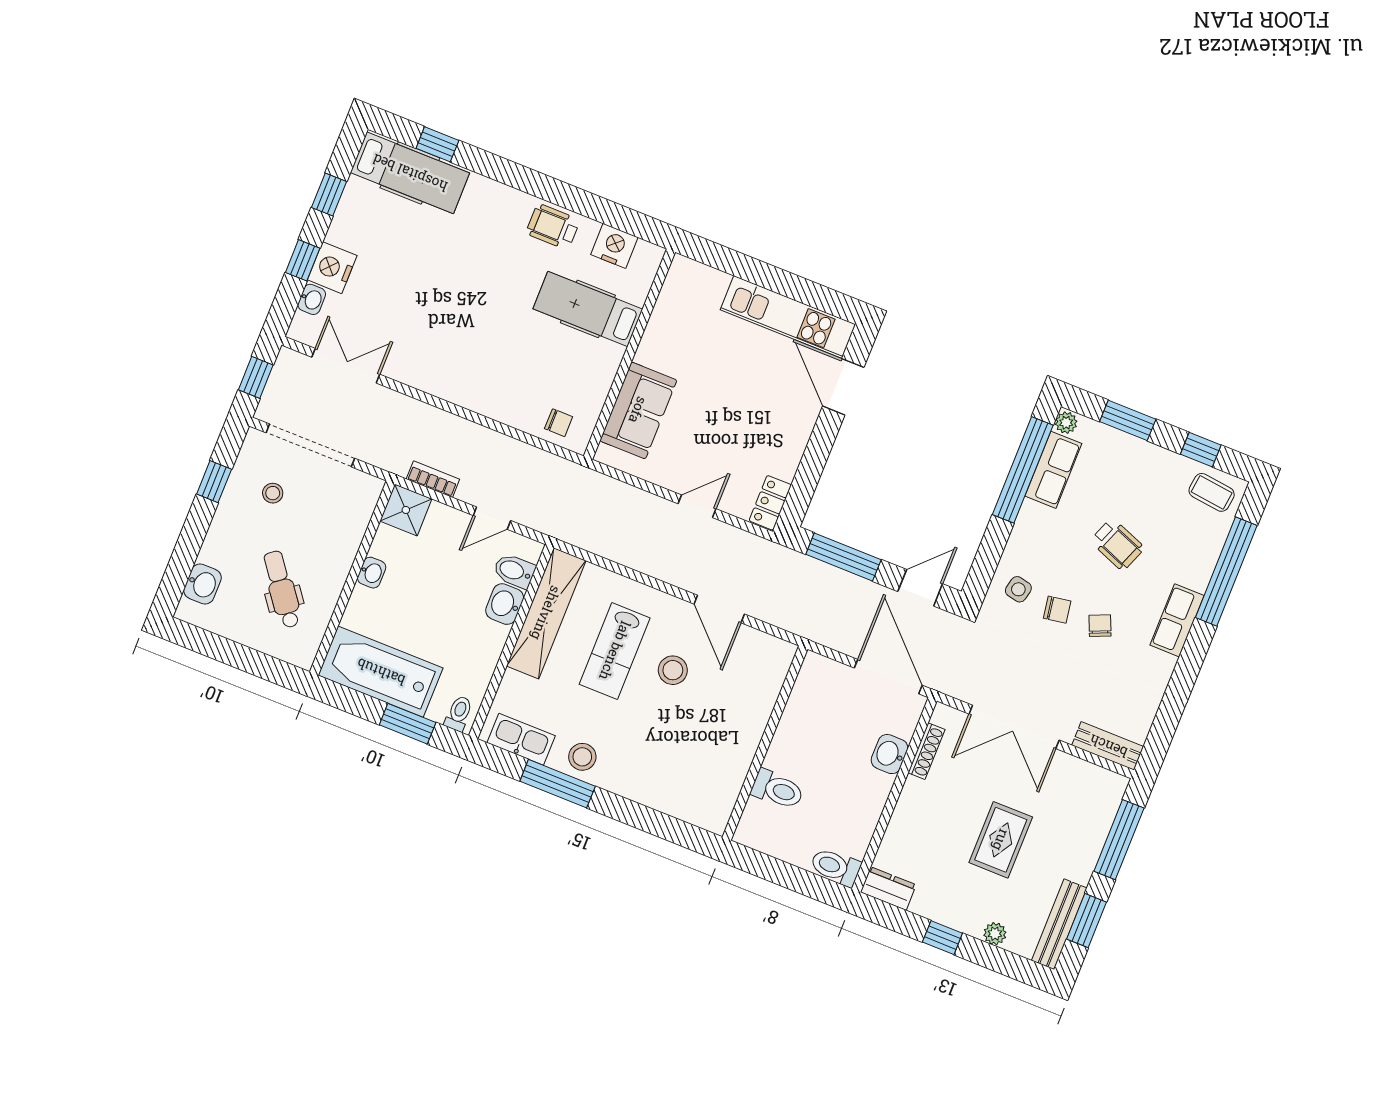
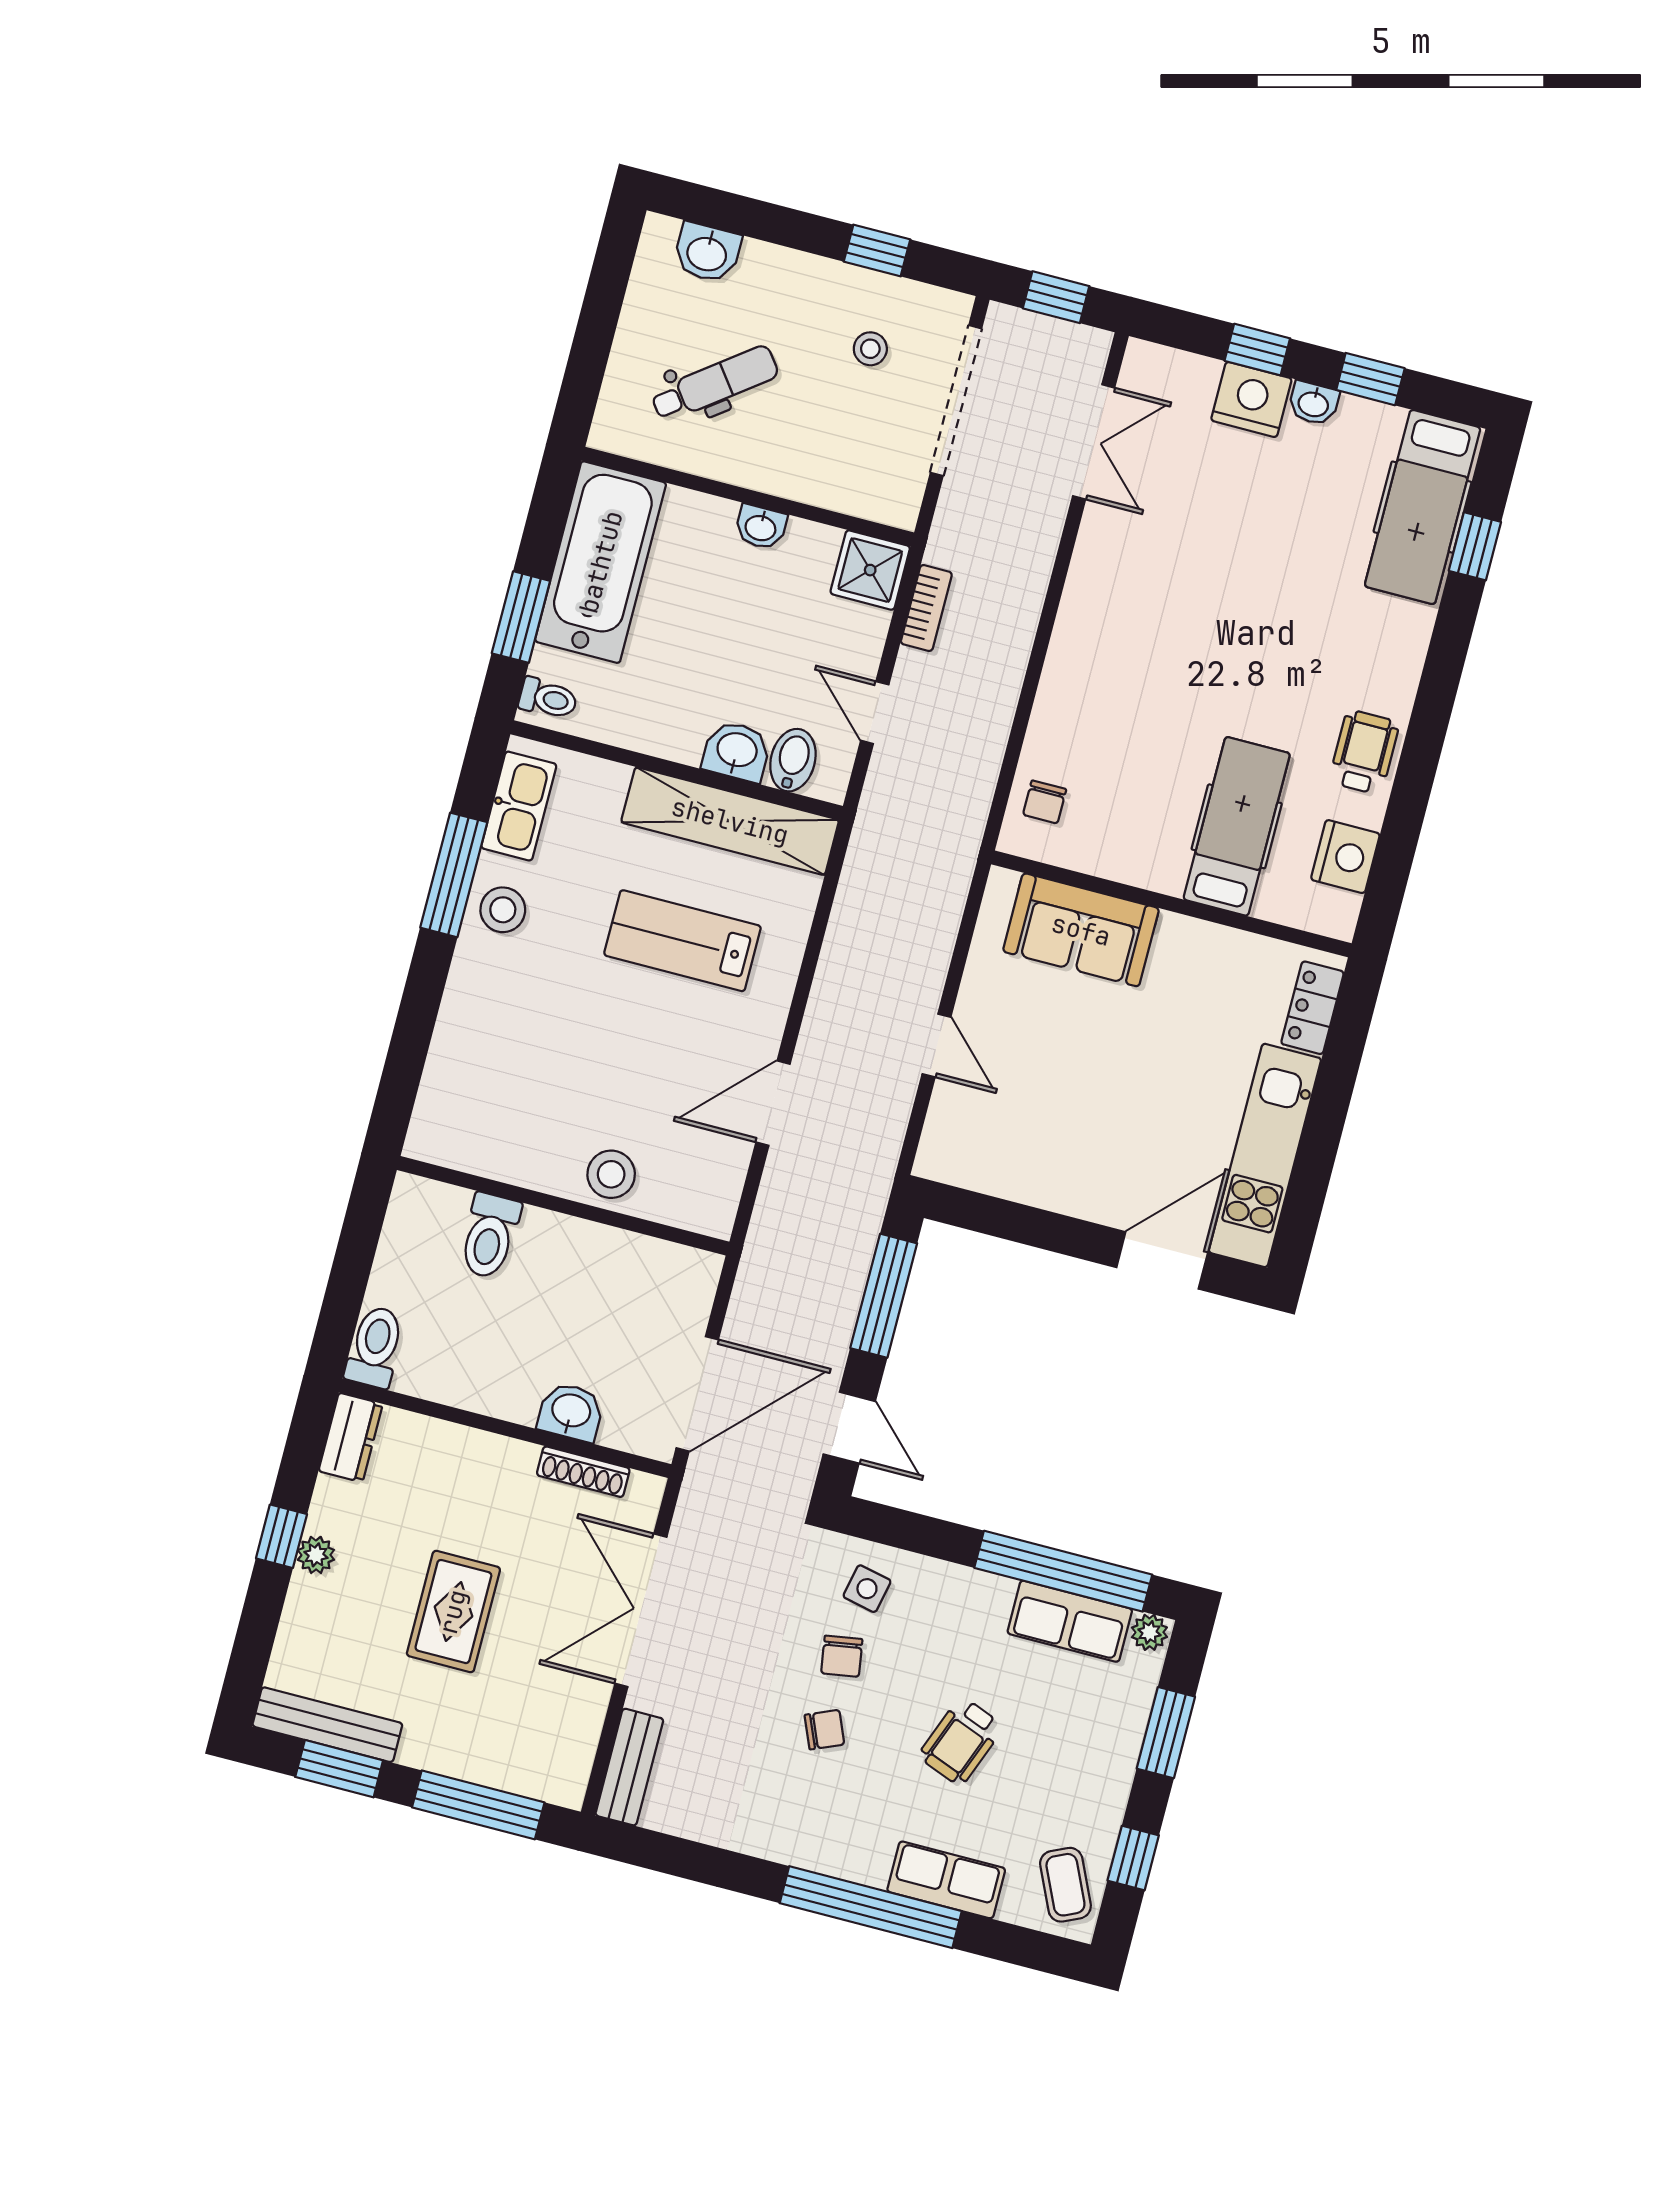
washbasin: (312, 299) -> (1314, 403), moved
coffee table: (1212, 492) -> (1065, 1885), turned -32
locker: (770, 503) -> (1312, 1008), moved, turned -90
window: (1226, 572) -> (871, 1907), moved
row of seats: (1177, 620) -> (946, 1880), moved
stool: (673, 670) -> (611, 1174), moved
rug: (1001, 840) -> (453, 1612), turned 90
plant: (995, 934) -> (316, 1555), moved

